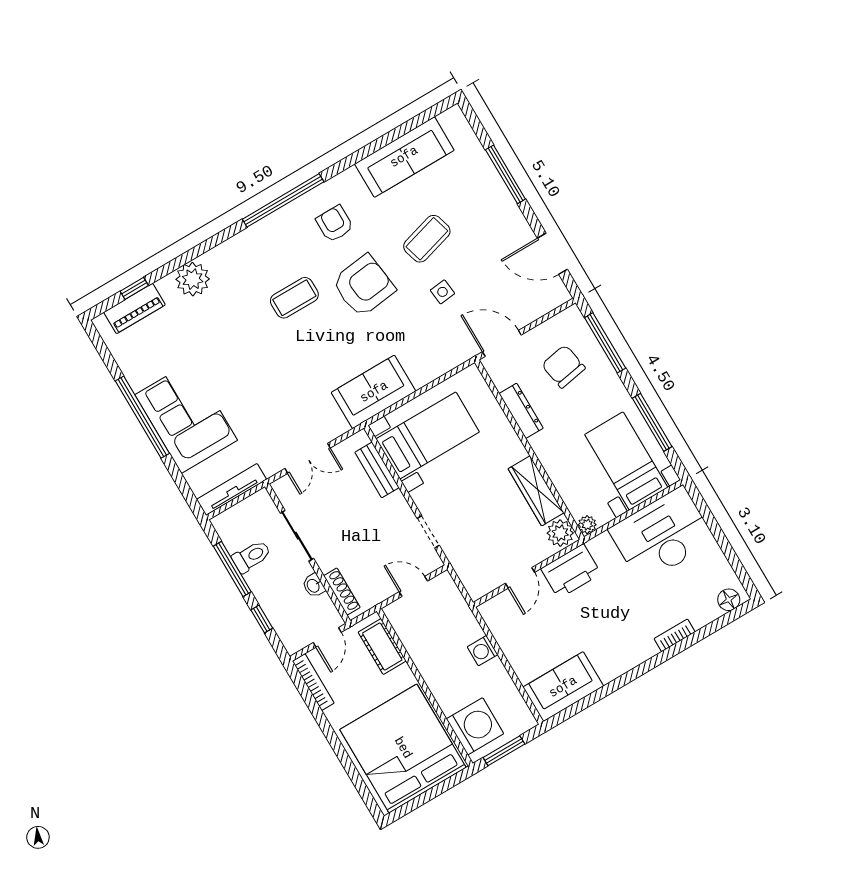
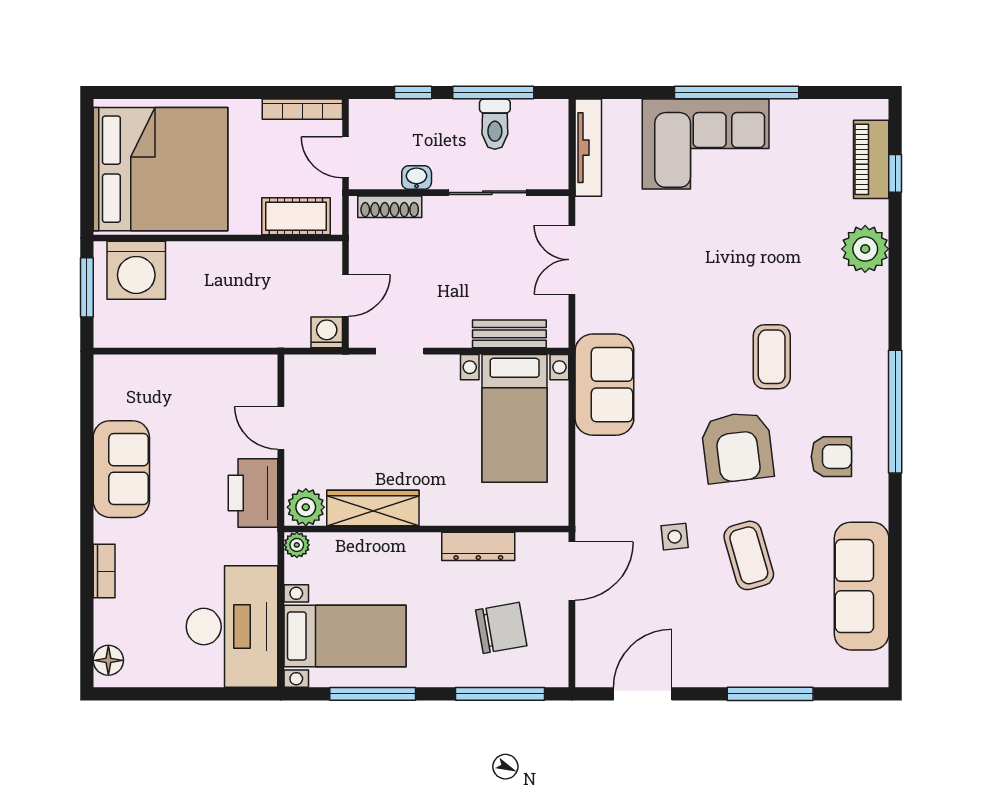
washing machine: (483, 651) -> (327, 332), moved
sofa: (563, 687) -> (121, 469), moved

